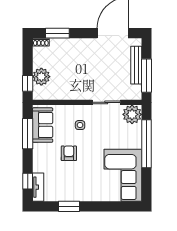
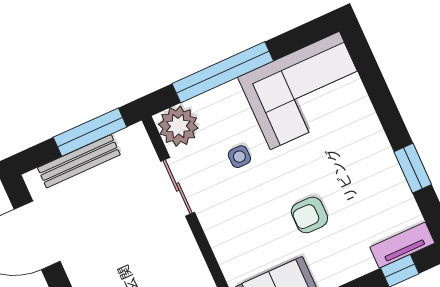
side table: (80, 125) -> (239, 157), moved

